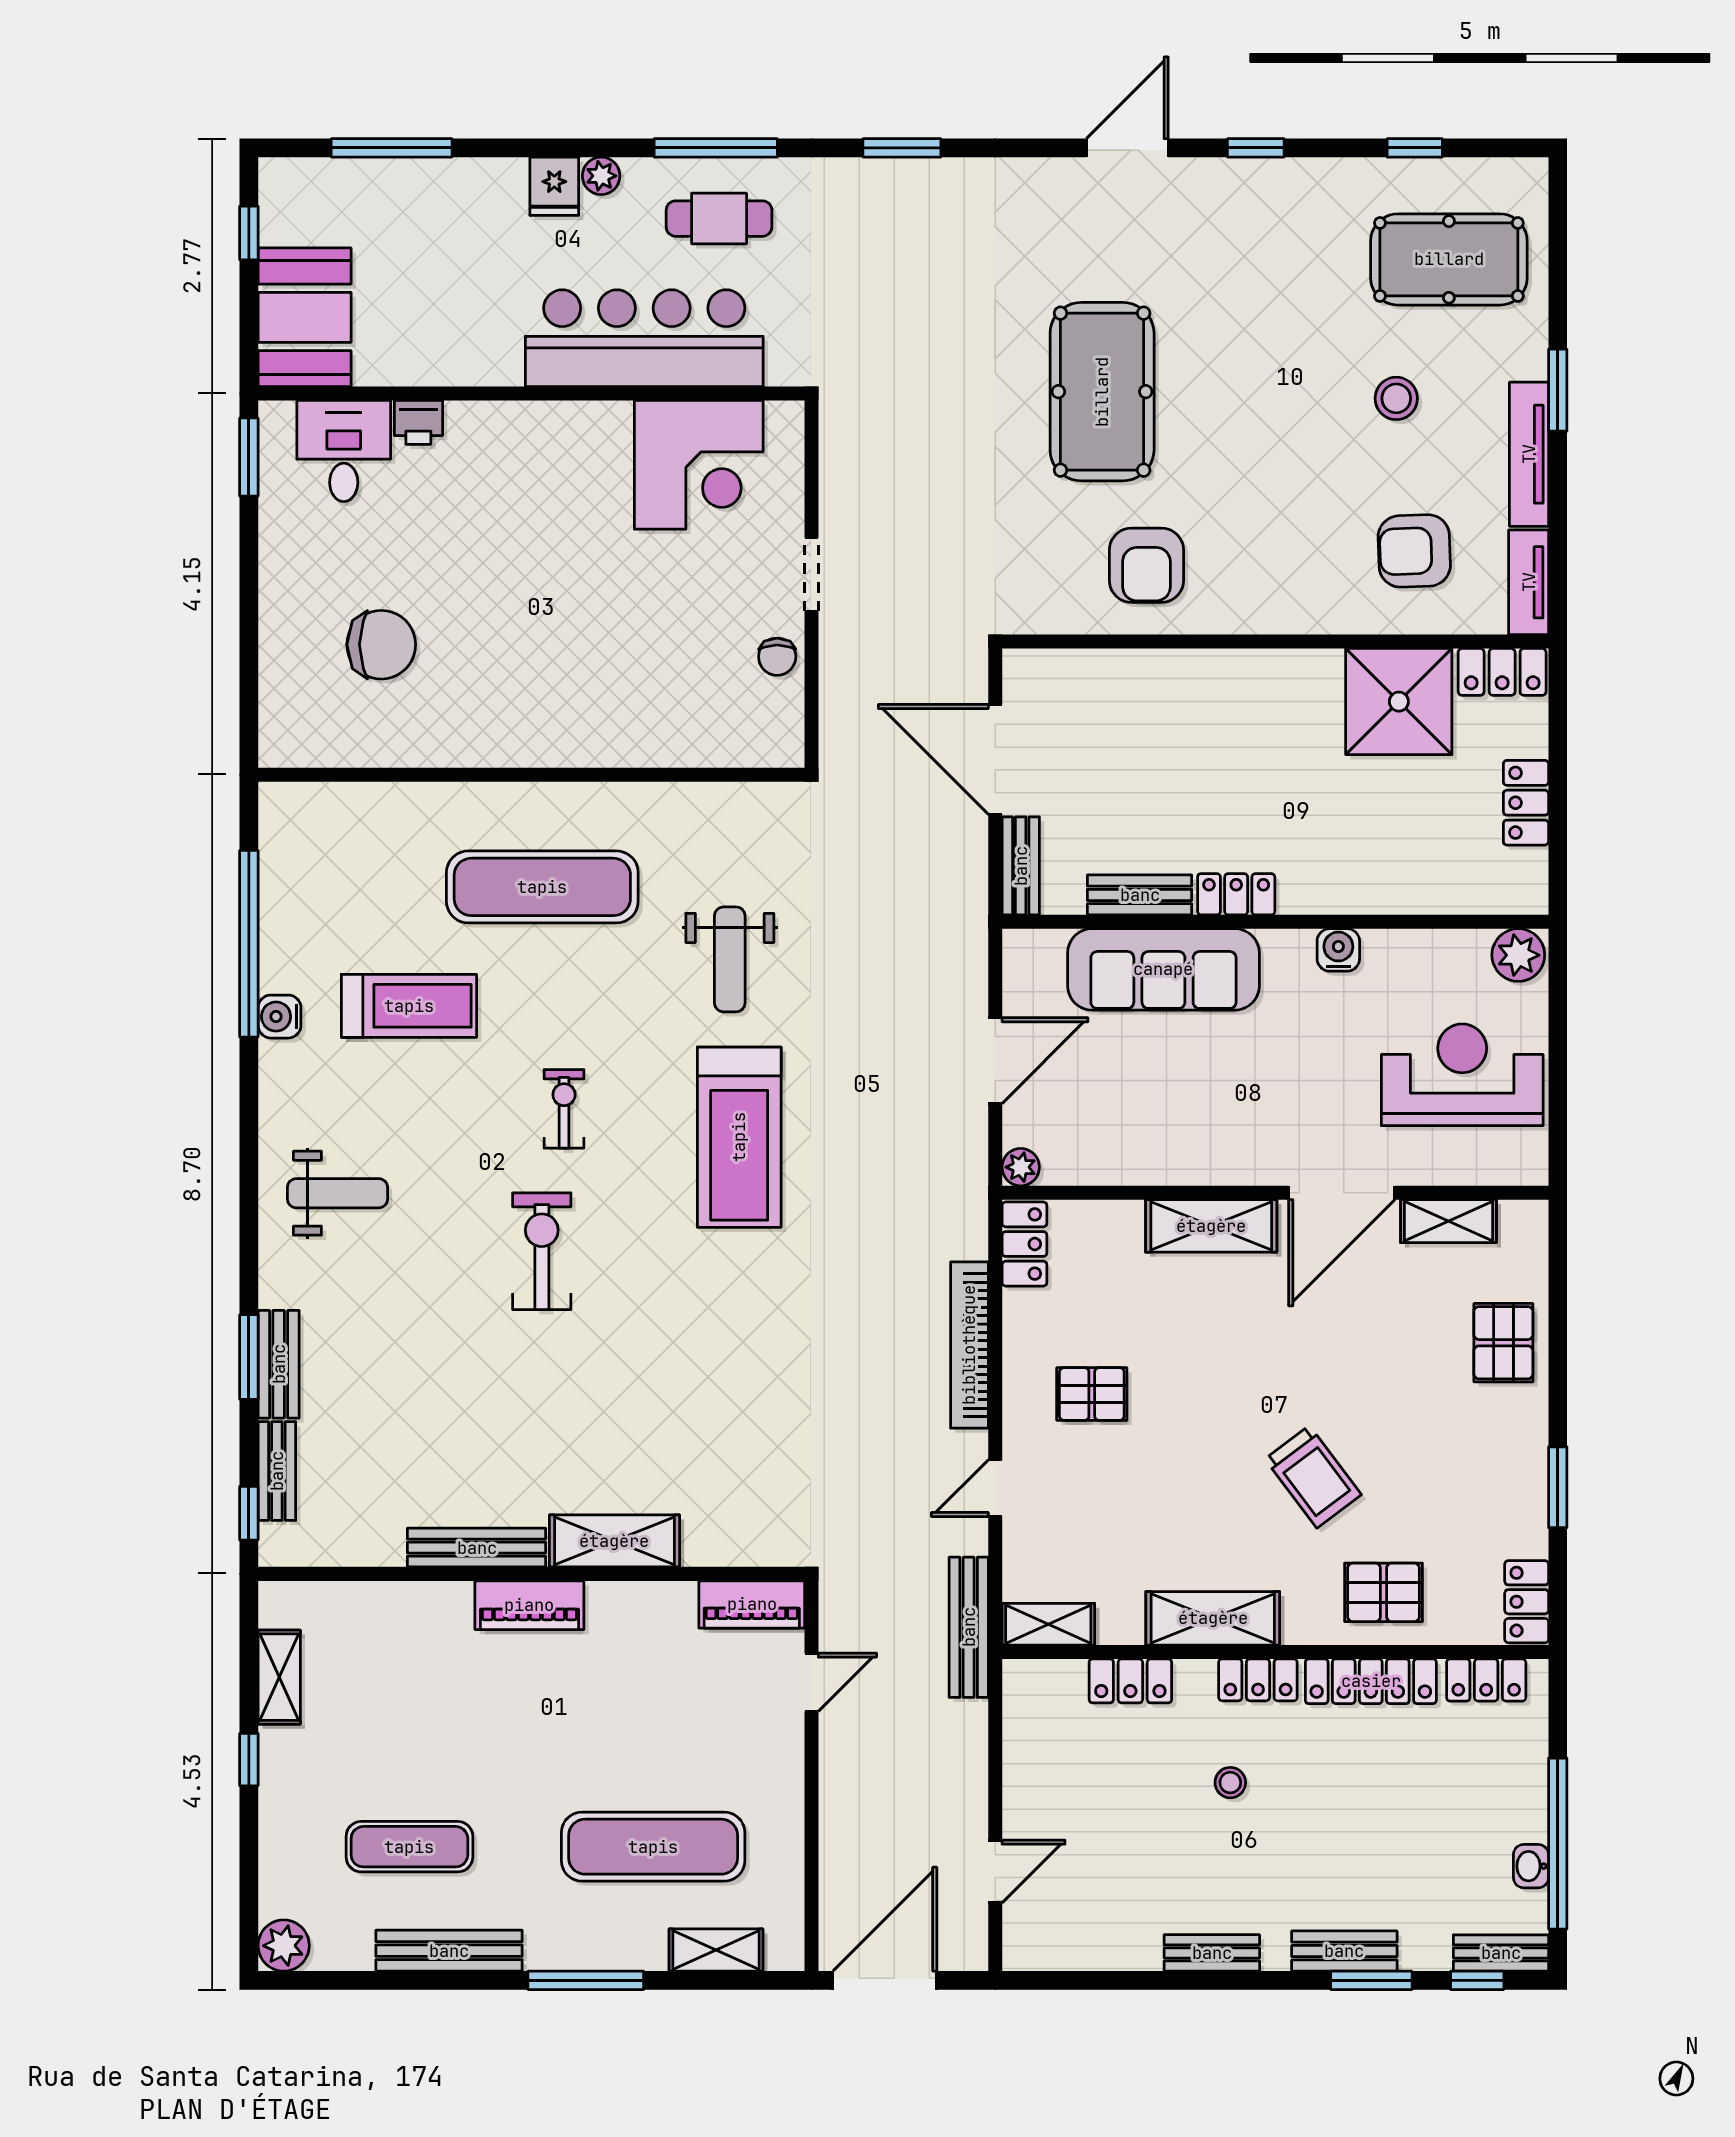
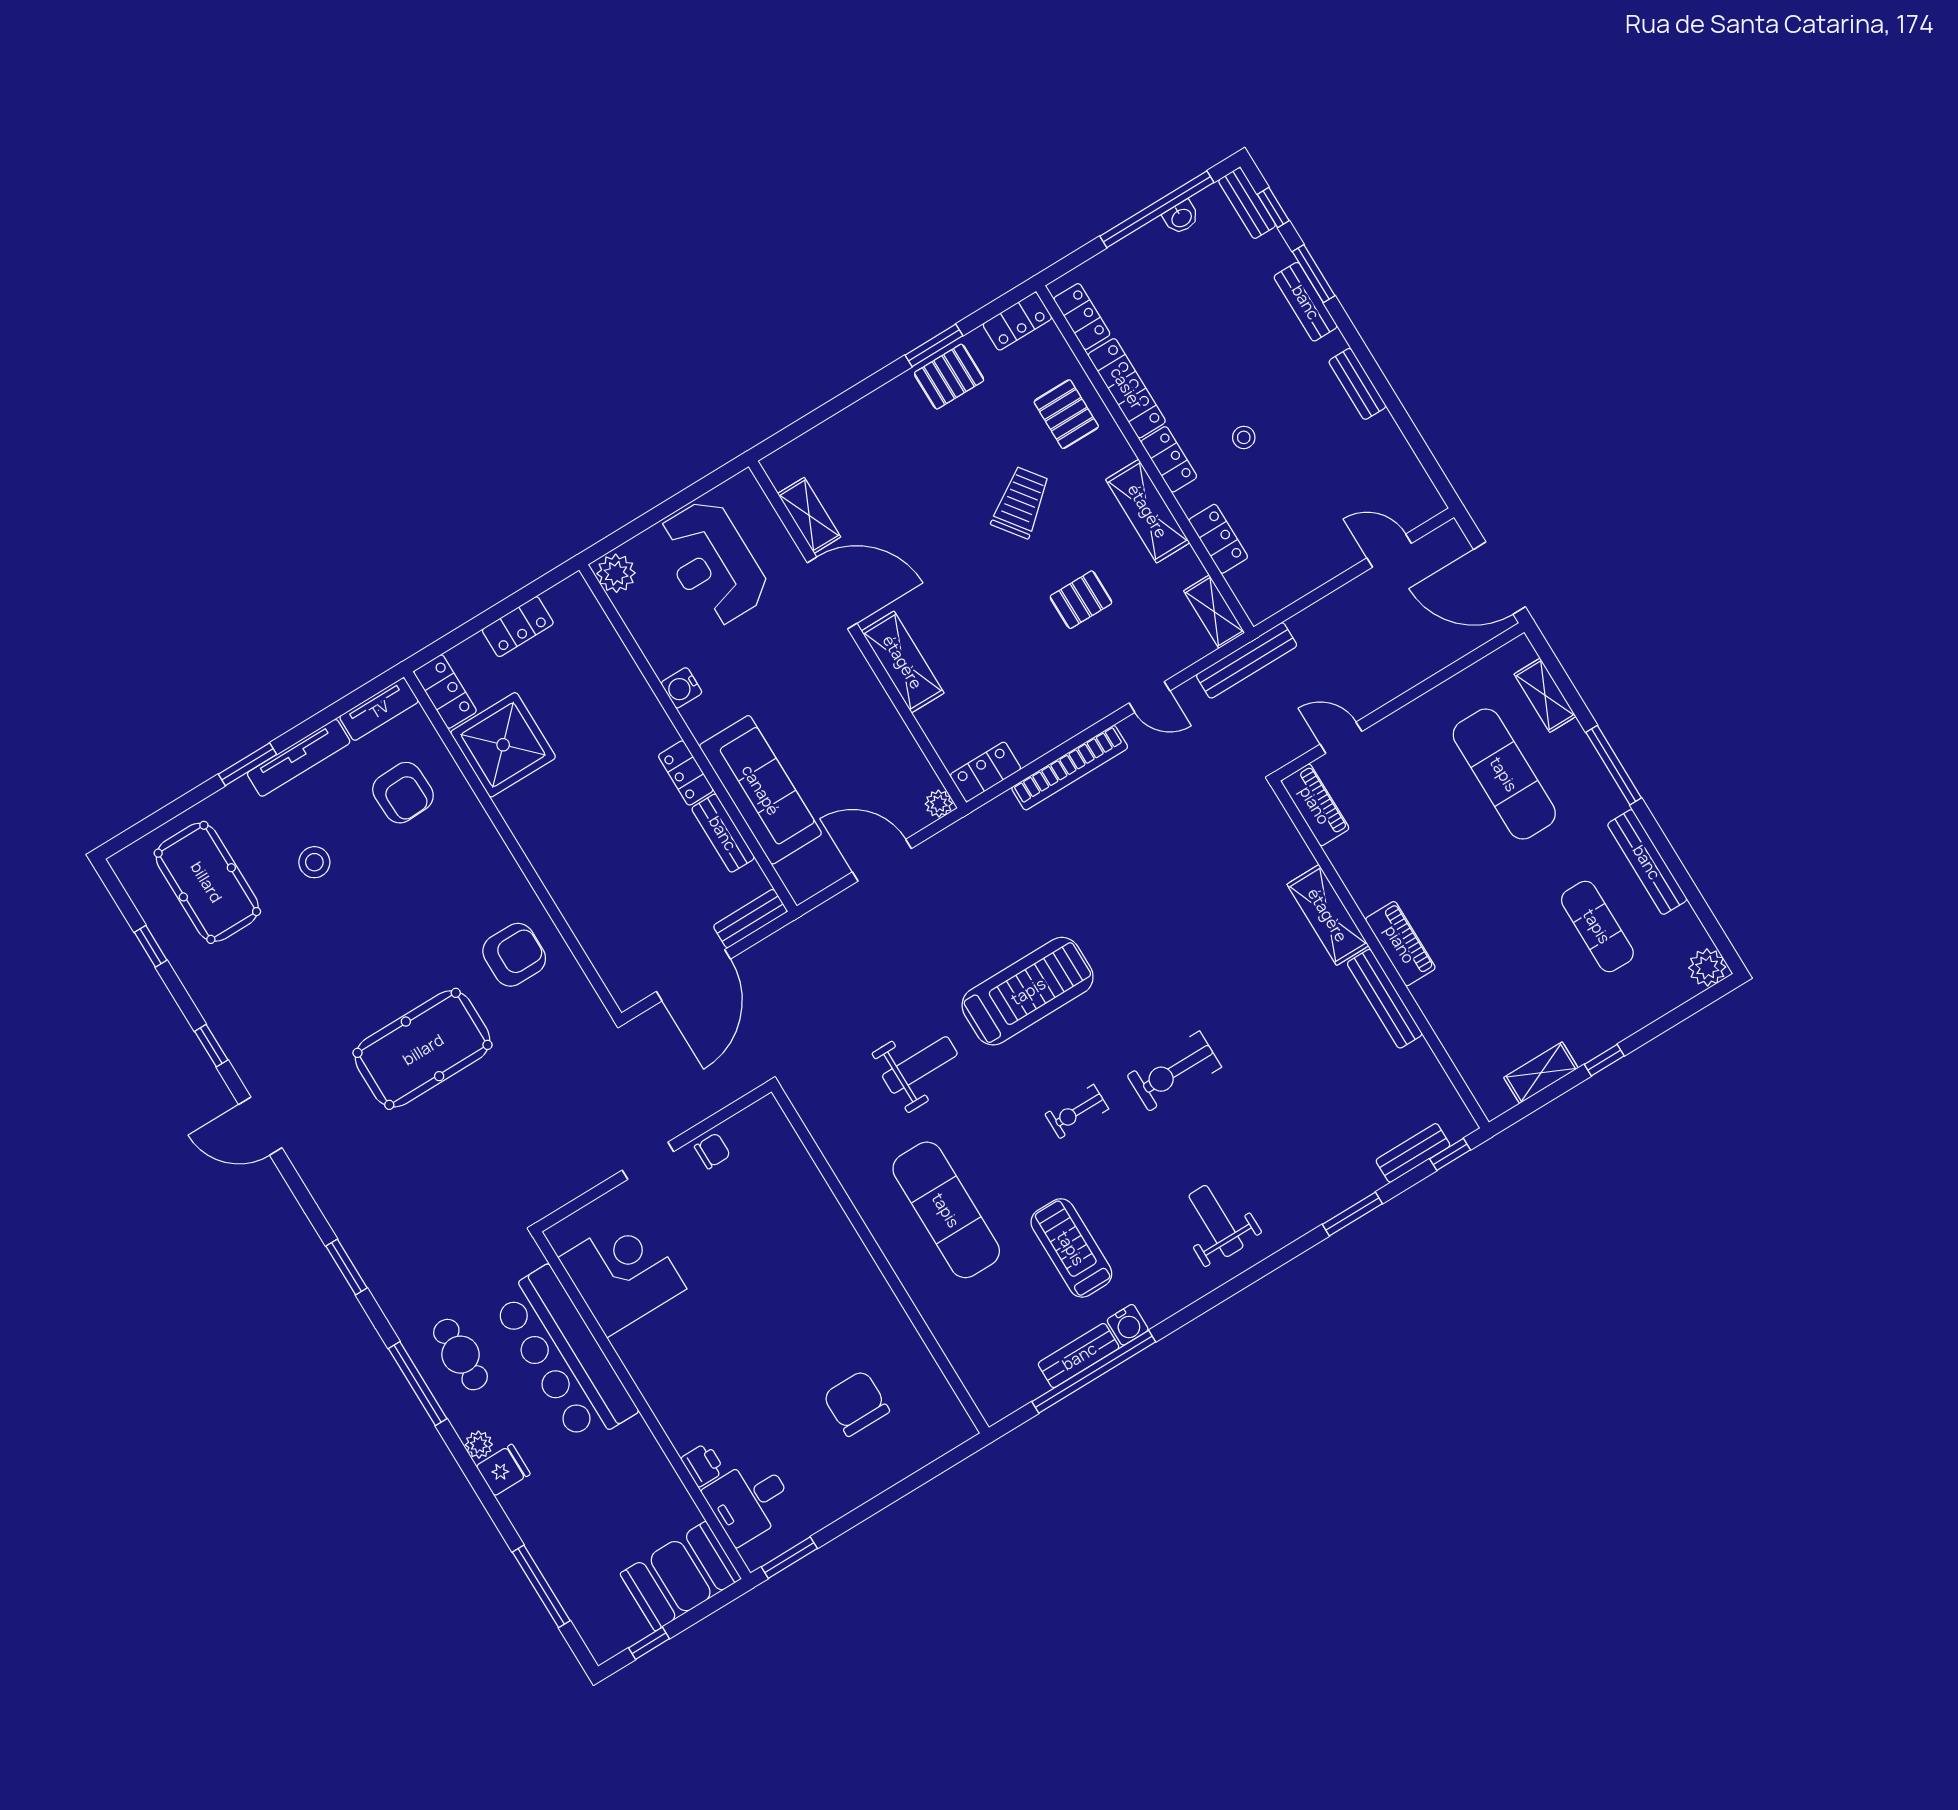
pallet: (1503, 1343) -> (949, 377), moved
bench: (279, 1364) -> (1079, 1356), moved
pallet: (1092, 1394) -> (1081, 600), moved, turned 90

